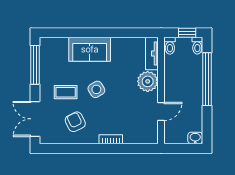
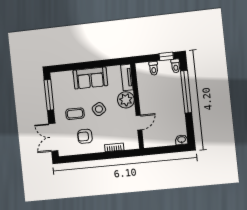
tv unit: (152, 54) -> (127, 77), moved
plant: (148, 81) -> (126, 100), moved
wall: (161, 91) -> (137, 106), moved
door: (161, 111) -> (139, 123), moved
armchair: (75, 122) -> (85, 136), turned -64

